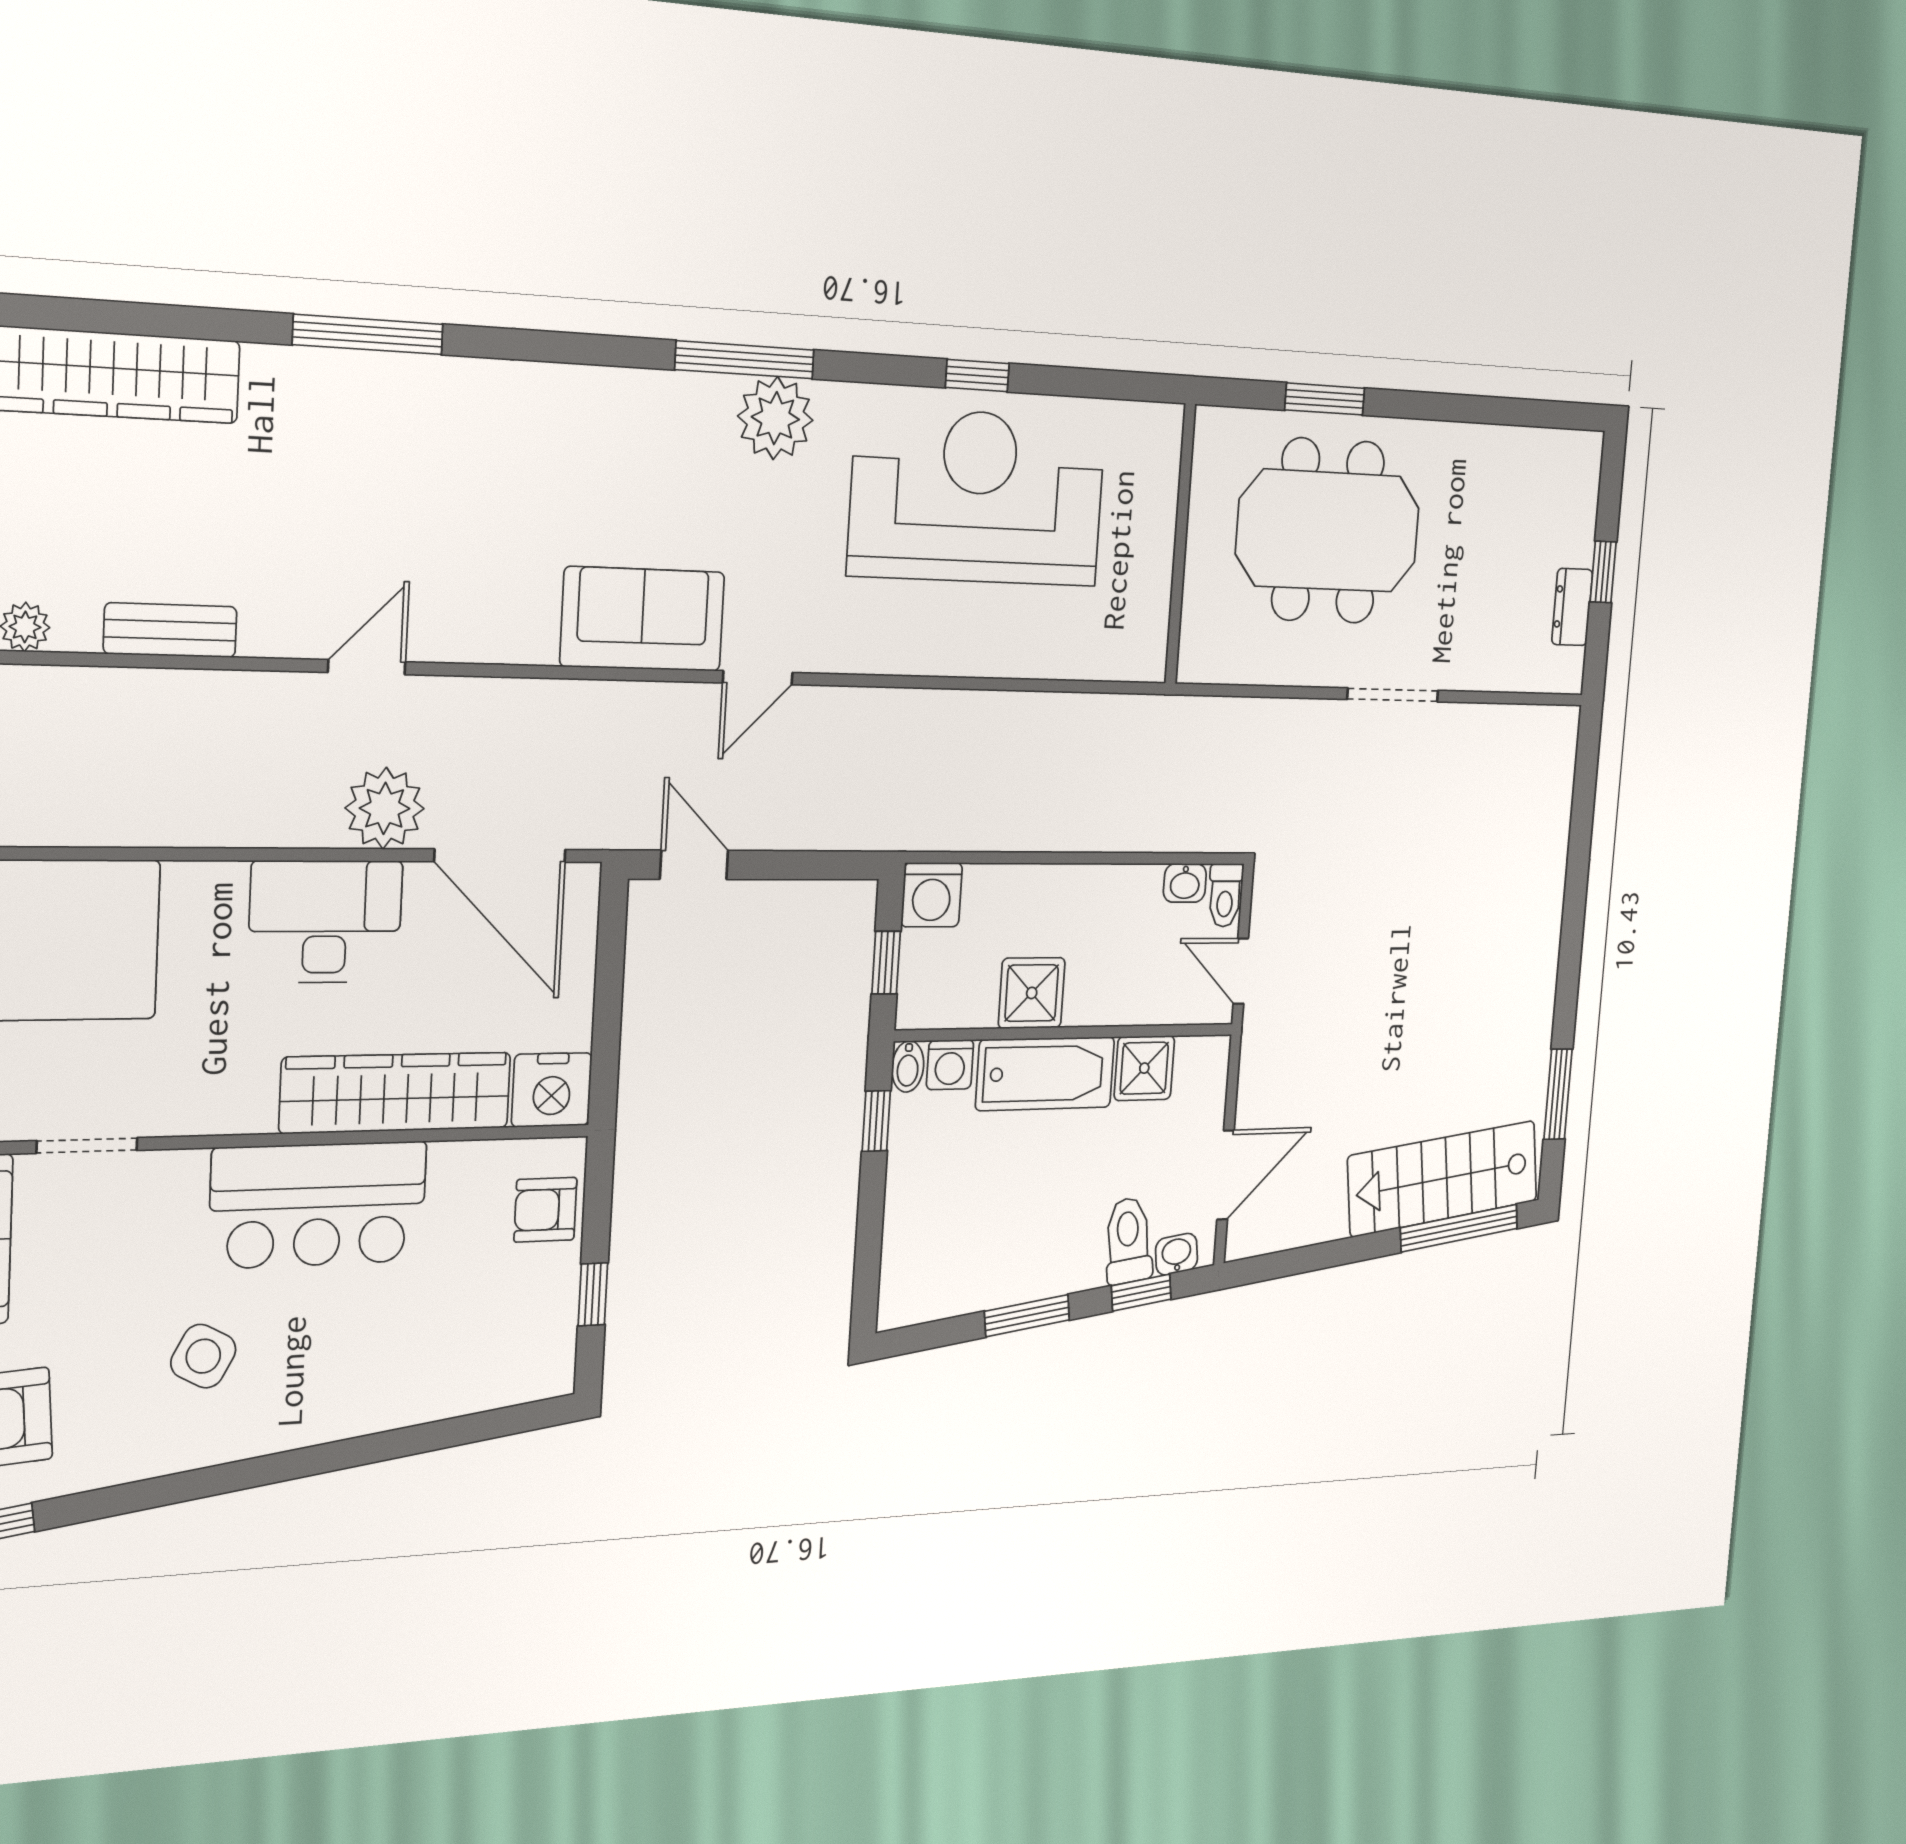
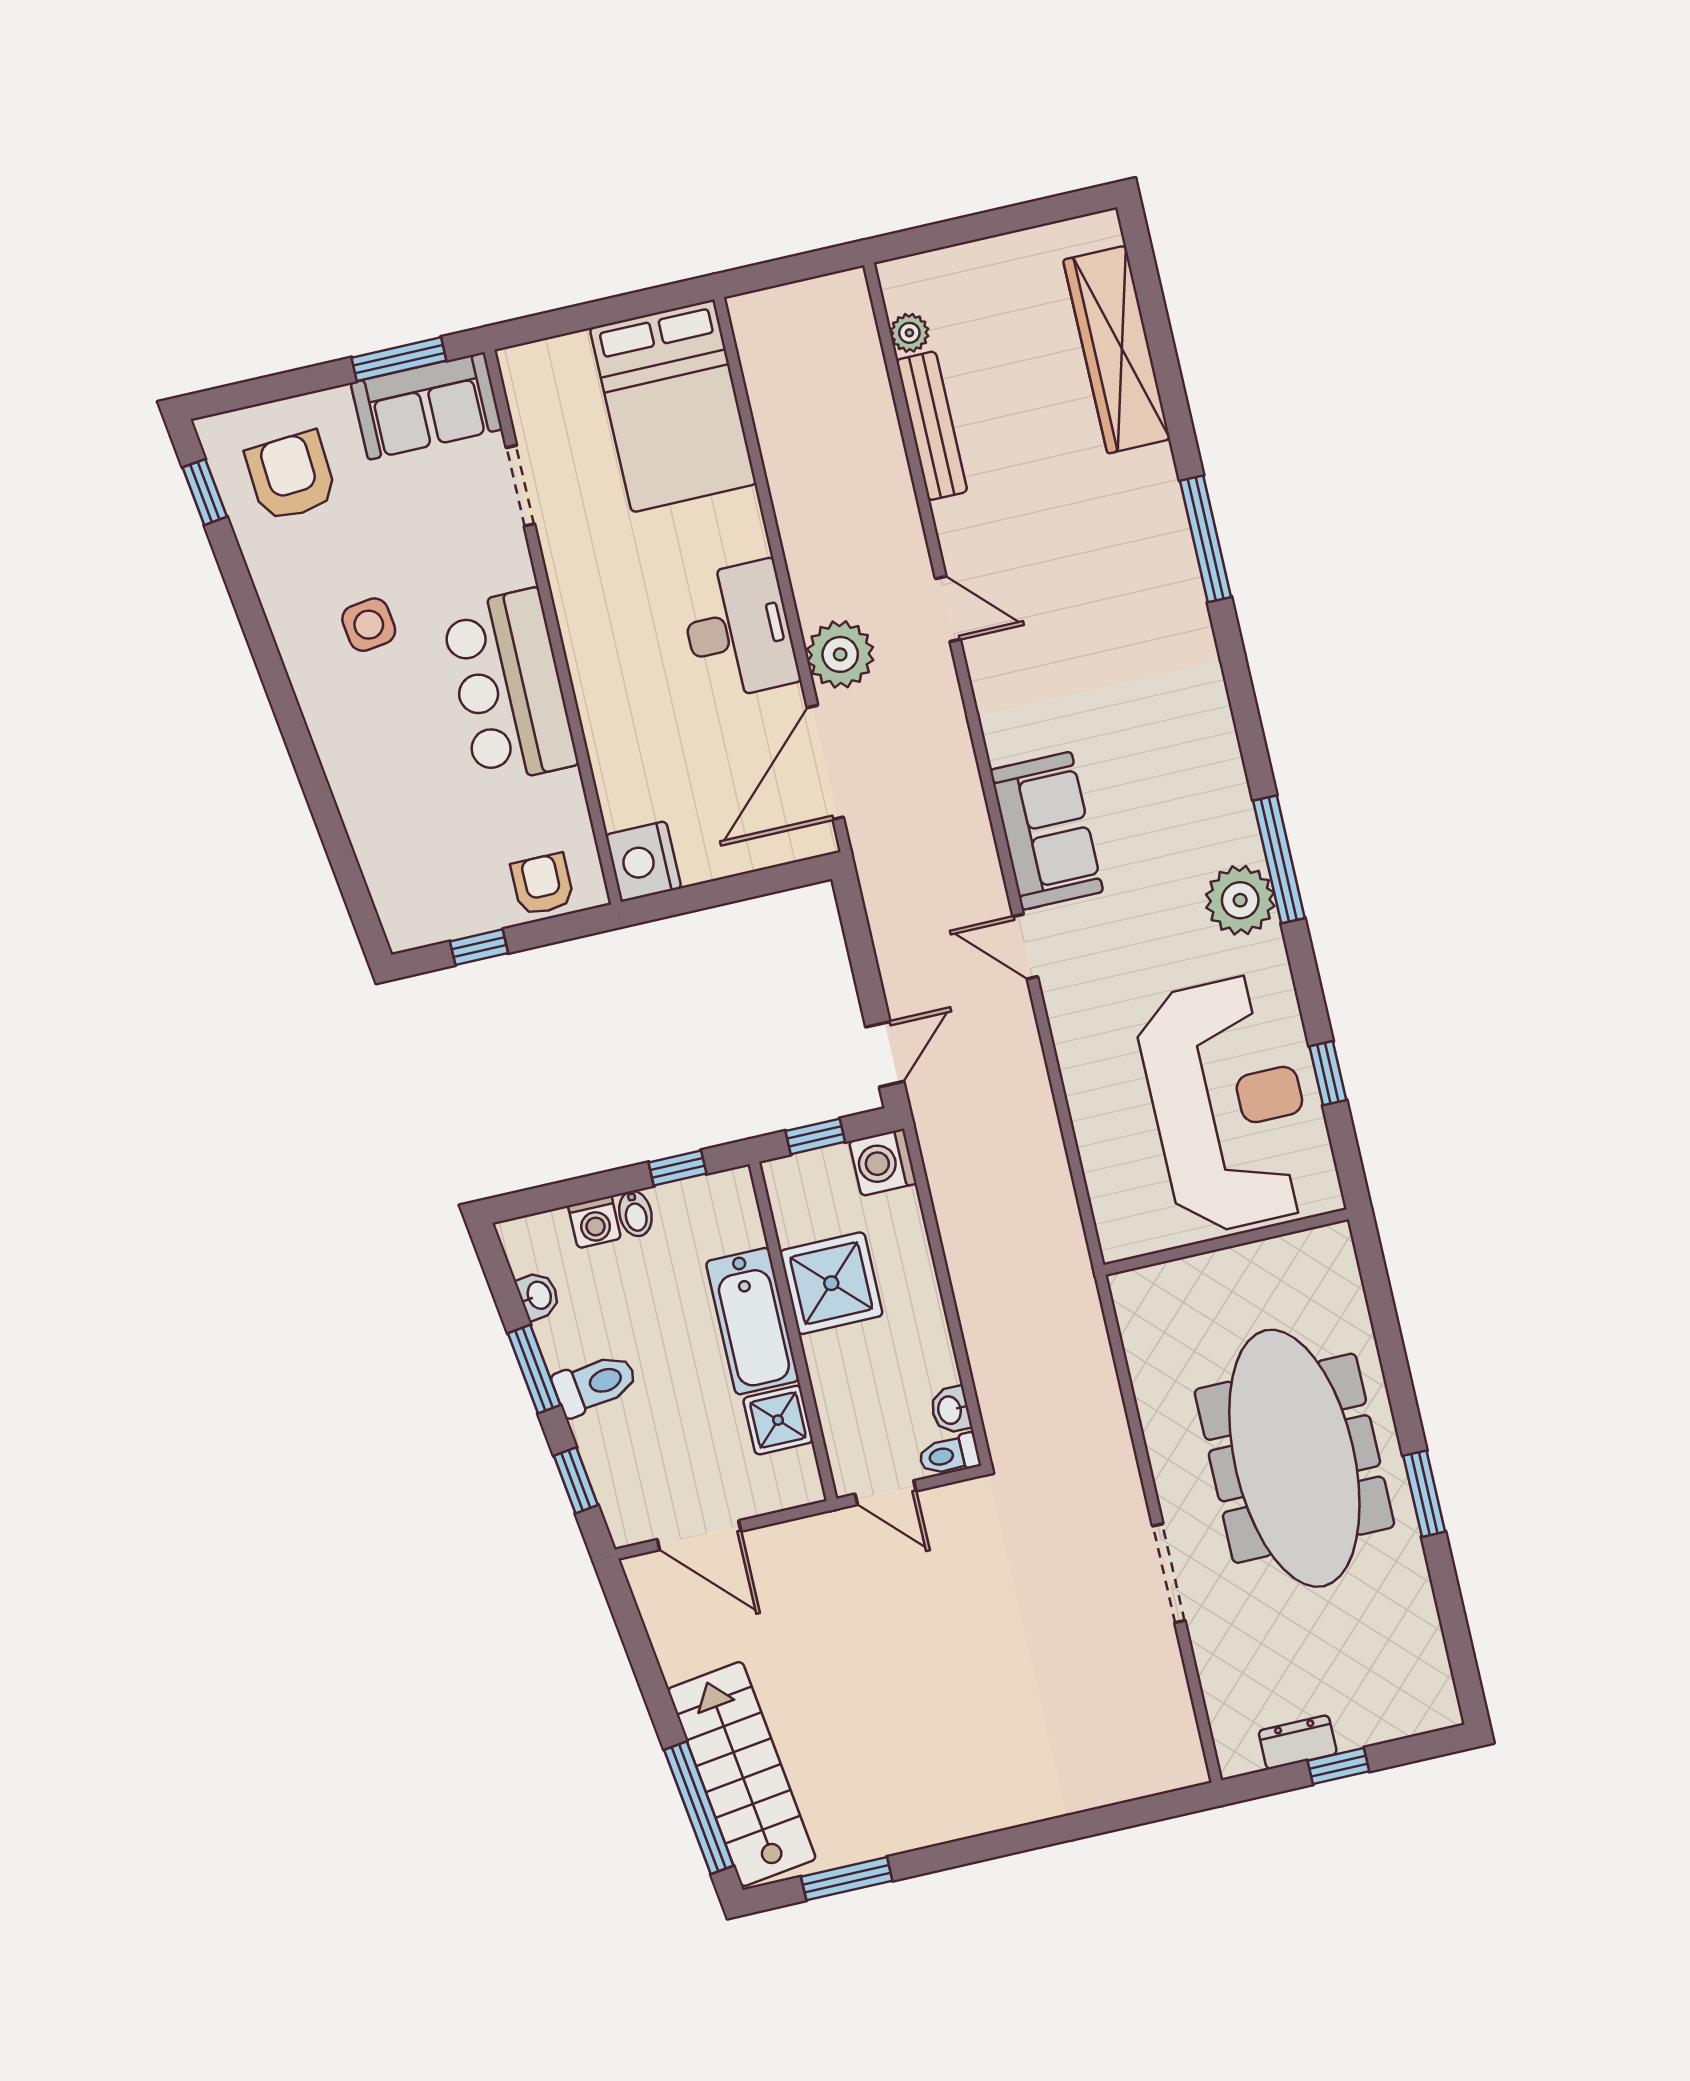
window: (1325, 399) -> (1424, 1494), moved
meeting table: (1328, 531) -> (1294, 1458), width x1.36
wall: (1180, 544) -> (1226, 1242), moved
bench: (170, 630) -> (932, 426), width x1.36
door: (694, 865) -> (885, 1054), moved
door: (1241, 971) -> (886, 1493), swing flipped
shower: (1032, 993) -> (831, 1283), width x1.36, depth x1.36
washing machine: (950, 1065) -> (595, 1222), moved, turned -90
bidet: (908, 1066) -> (635, 1214), moved, turned -90
wardrobe: (396, 1093) -> (613, 727), removed
toilet: (1128, 1241) -> (595, 1384), moved
washbasin: (1177, 1254) -> (538, 1296), moved
side table: (203, 1356) -> (369, 625), turned -36

